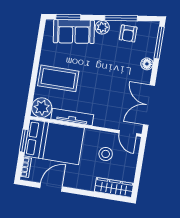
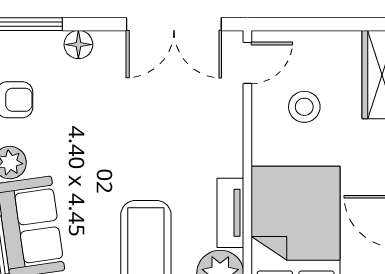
tv unit: (72, 117) -> (230, 213), width x0.71

